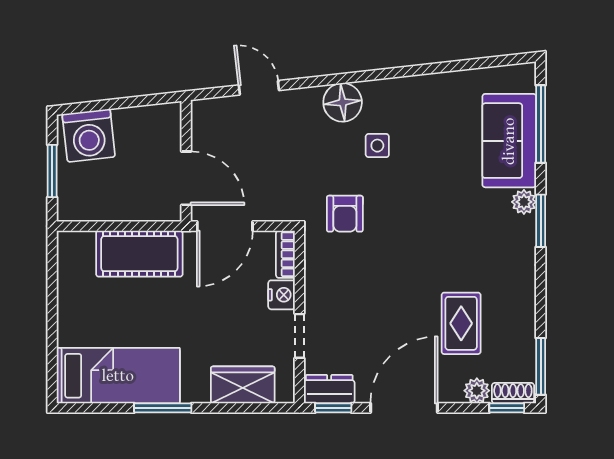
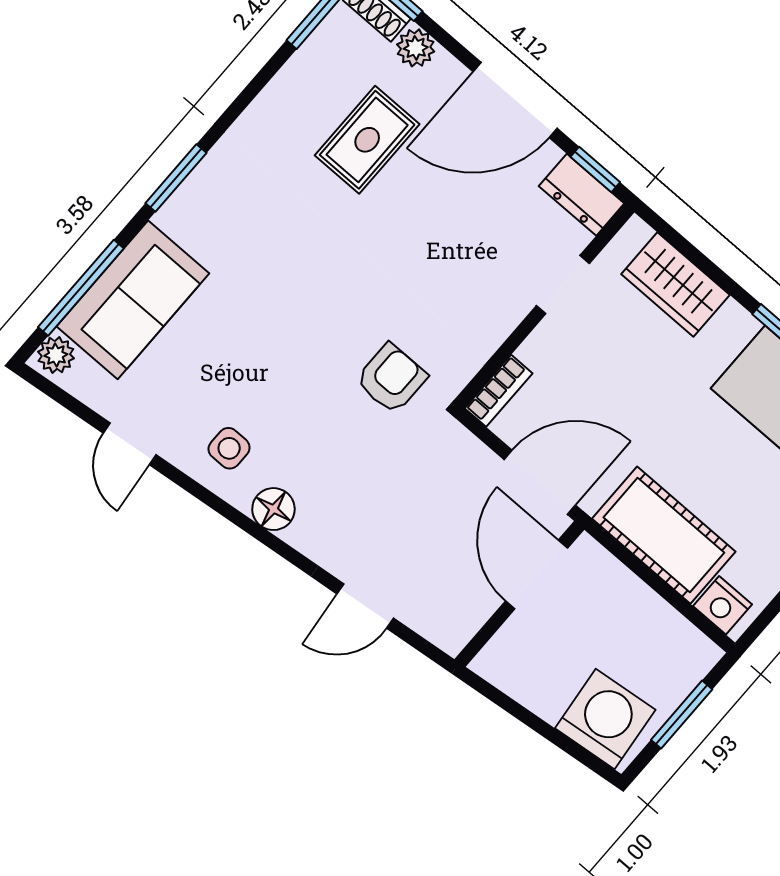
door: (448, 67) -> (130, 444), added
door: (259, 88) -> (365, 606), hinge flipped
floor lamp: (343, 102) -> (273, 509), width x0.73, depth x0.73
side table: (377, 146) -> (229, 448), moved
plant: (524, 202) -> (56, 355), moved
nightstand: (282, 295) -> (723, 605), moved, turned -90

